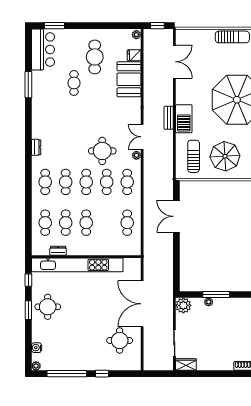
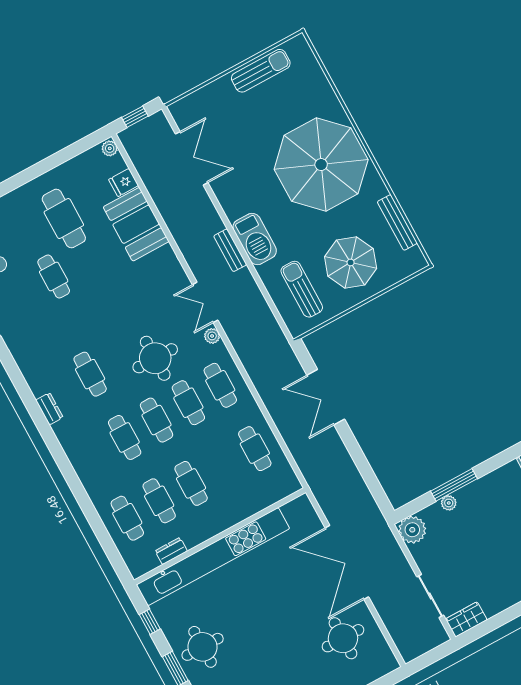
cafe table: (45, 182) -> (90, 374), moved

